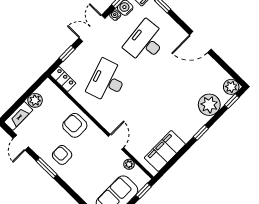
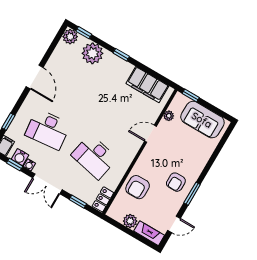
desk: (107, 81) -> (94, 157), turned 30
armchair: (75, 125) -> (138, 187), moved

